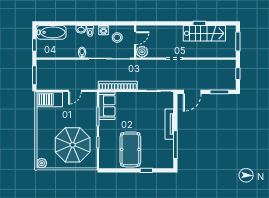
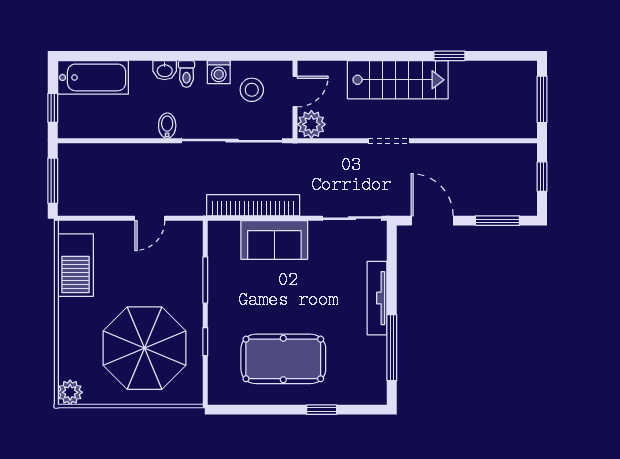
stairs: (204, 33) -> (398, 80), moved
door: (192, 92) -> (432, 221), swing flipped
barbecue: (49, 99) -> (76, 265), moved, turned -90
sofa: (107, 106) -> (274, 240), moved, turned 90
pool table: (130, 149) -> (283, 359), turned 90

